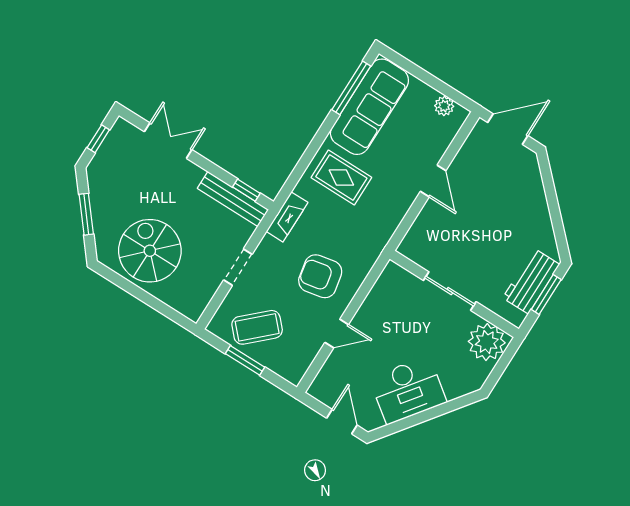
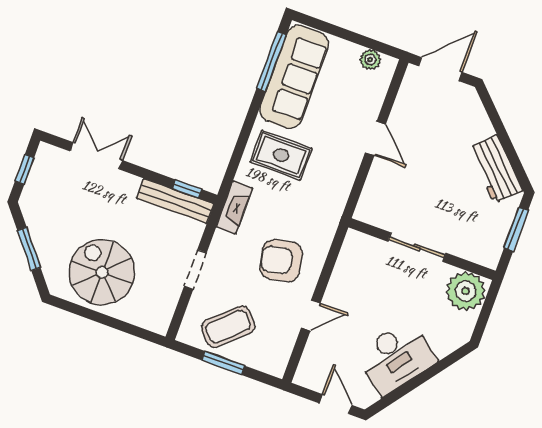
workbench: (531, 281) -> (495, 169), moved, turned -45

